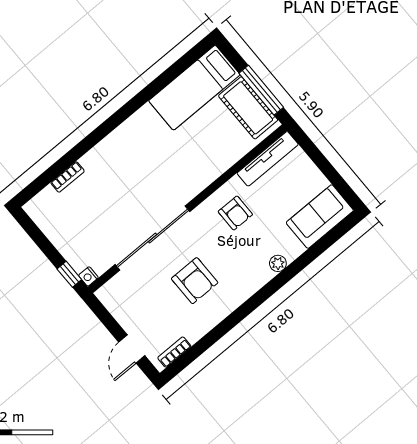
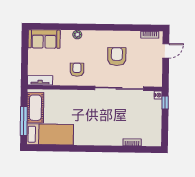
window: (261, 90) -> (24, 121), moved
tv unit: (268, 159) -> (40, 80), width x0.71

